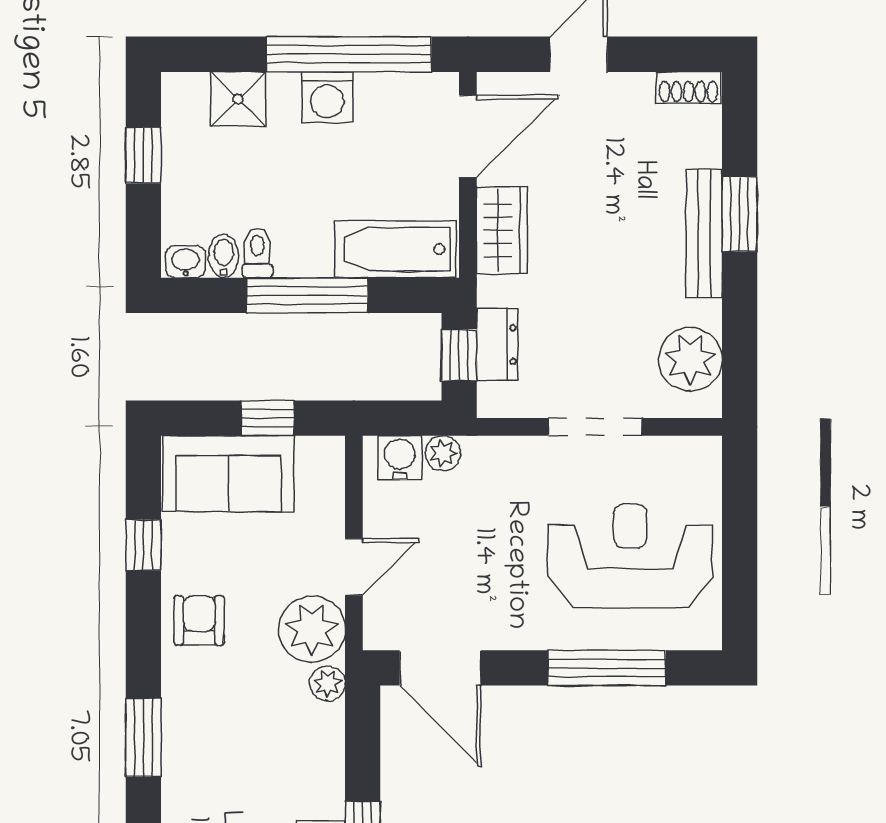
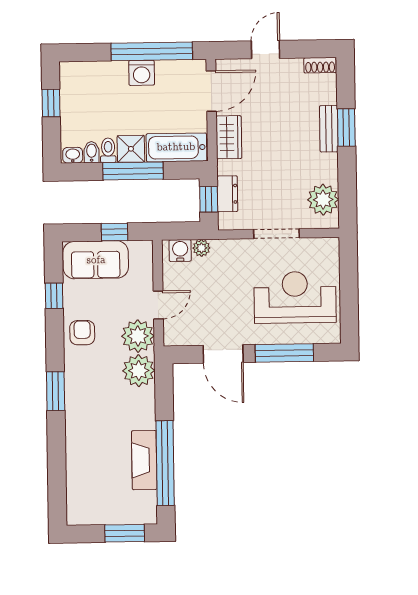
shower: (238, 99) -> (131, 149), moved
bench: (704, 233) -> (329, 129), width x0.73
door: (440, 668) -> (223, 354), moved
plant: (328, 684) -> (139, 371), width x1.87, depth x1.87

